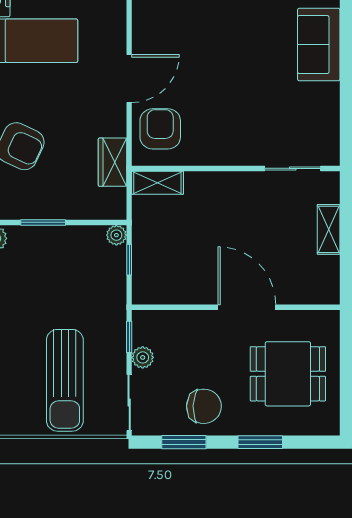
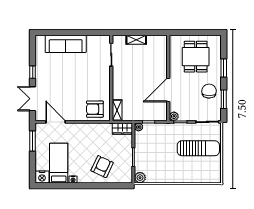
sofa: (319, 45) -> (66, 44), width x1.36
door: (129, 79) -> (56, 122), moved
wardrobe: (112, 162) -> (122, 129), moved
door: (247, 307) -> (168, 90), moved
plant: (143, 357) -> (174, 116), moved

